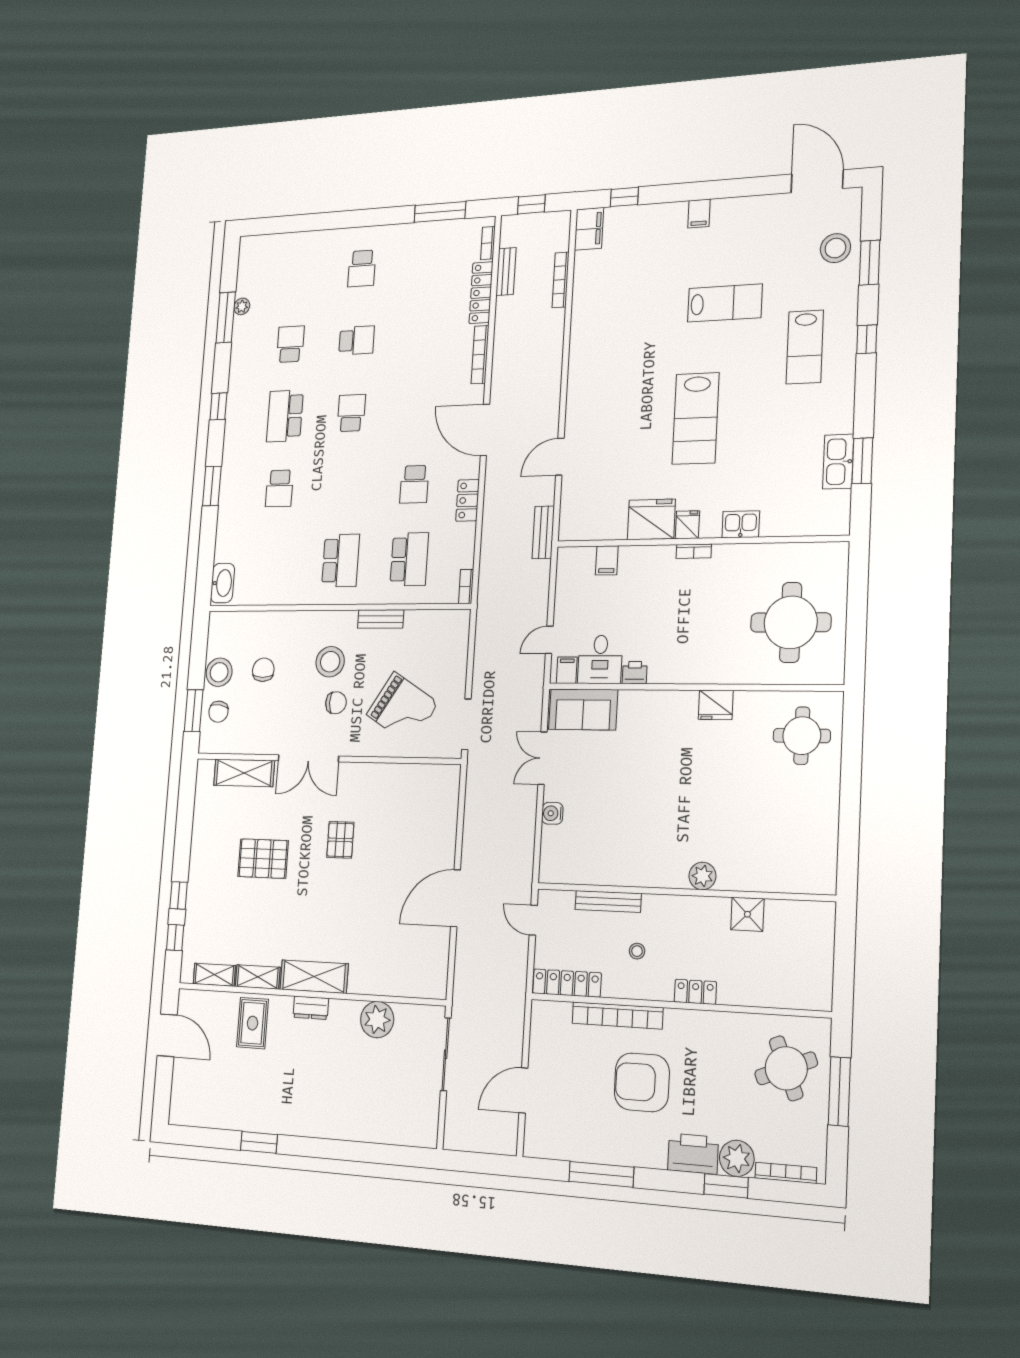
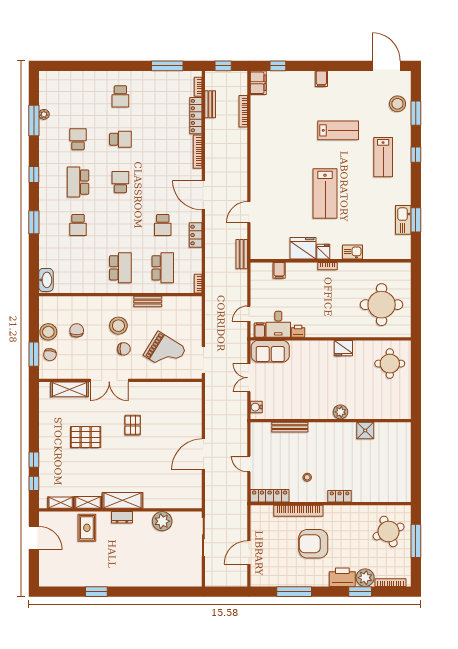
plant: (702, 876) -> (340, 412), moved
wall: (683, 892) -> (331, 421), moved
bench: (608, 901) -> (290, 427), moved
shower: (747, 914) -> (365, 431), moved

